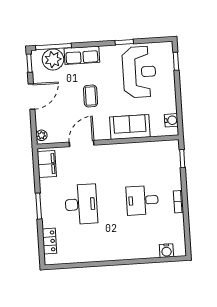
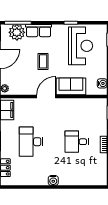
door: (82, 144) -> (46, 96), moved
desk: (81, 204) -> (31, 142), turned 180
water cooler: (166, 251) -> (53, 180), moved

